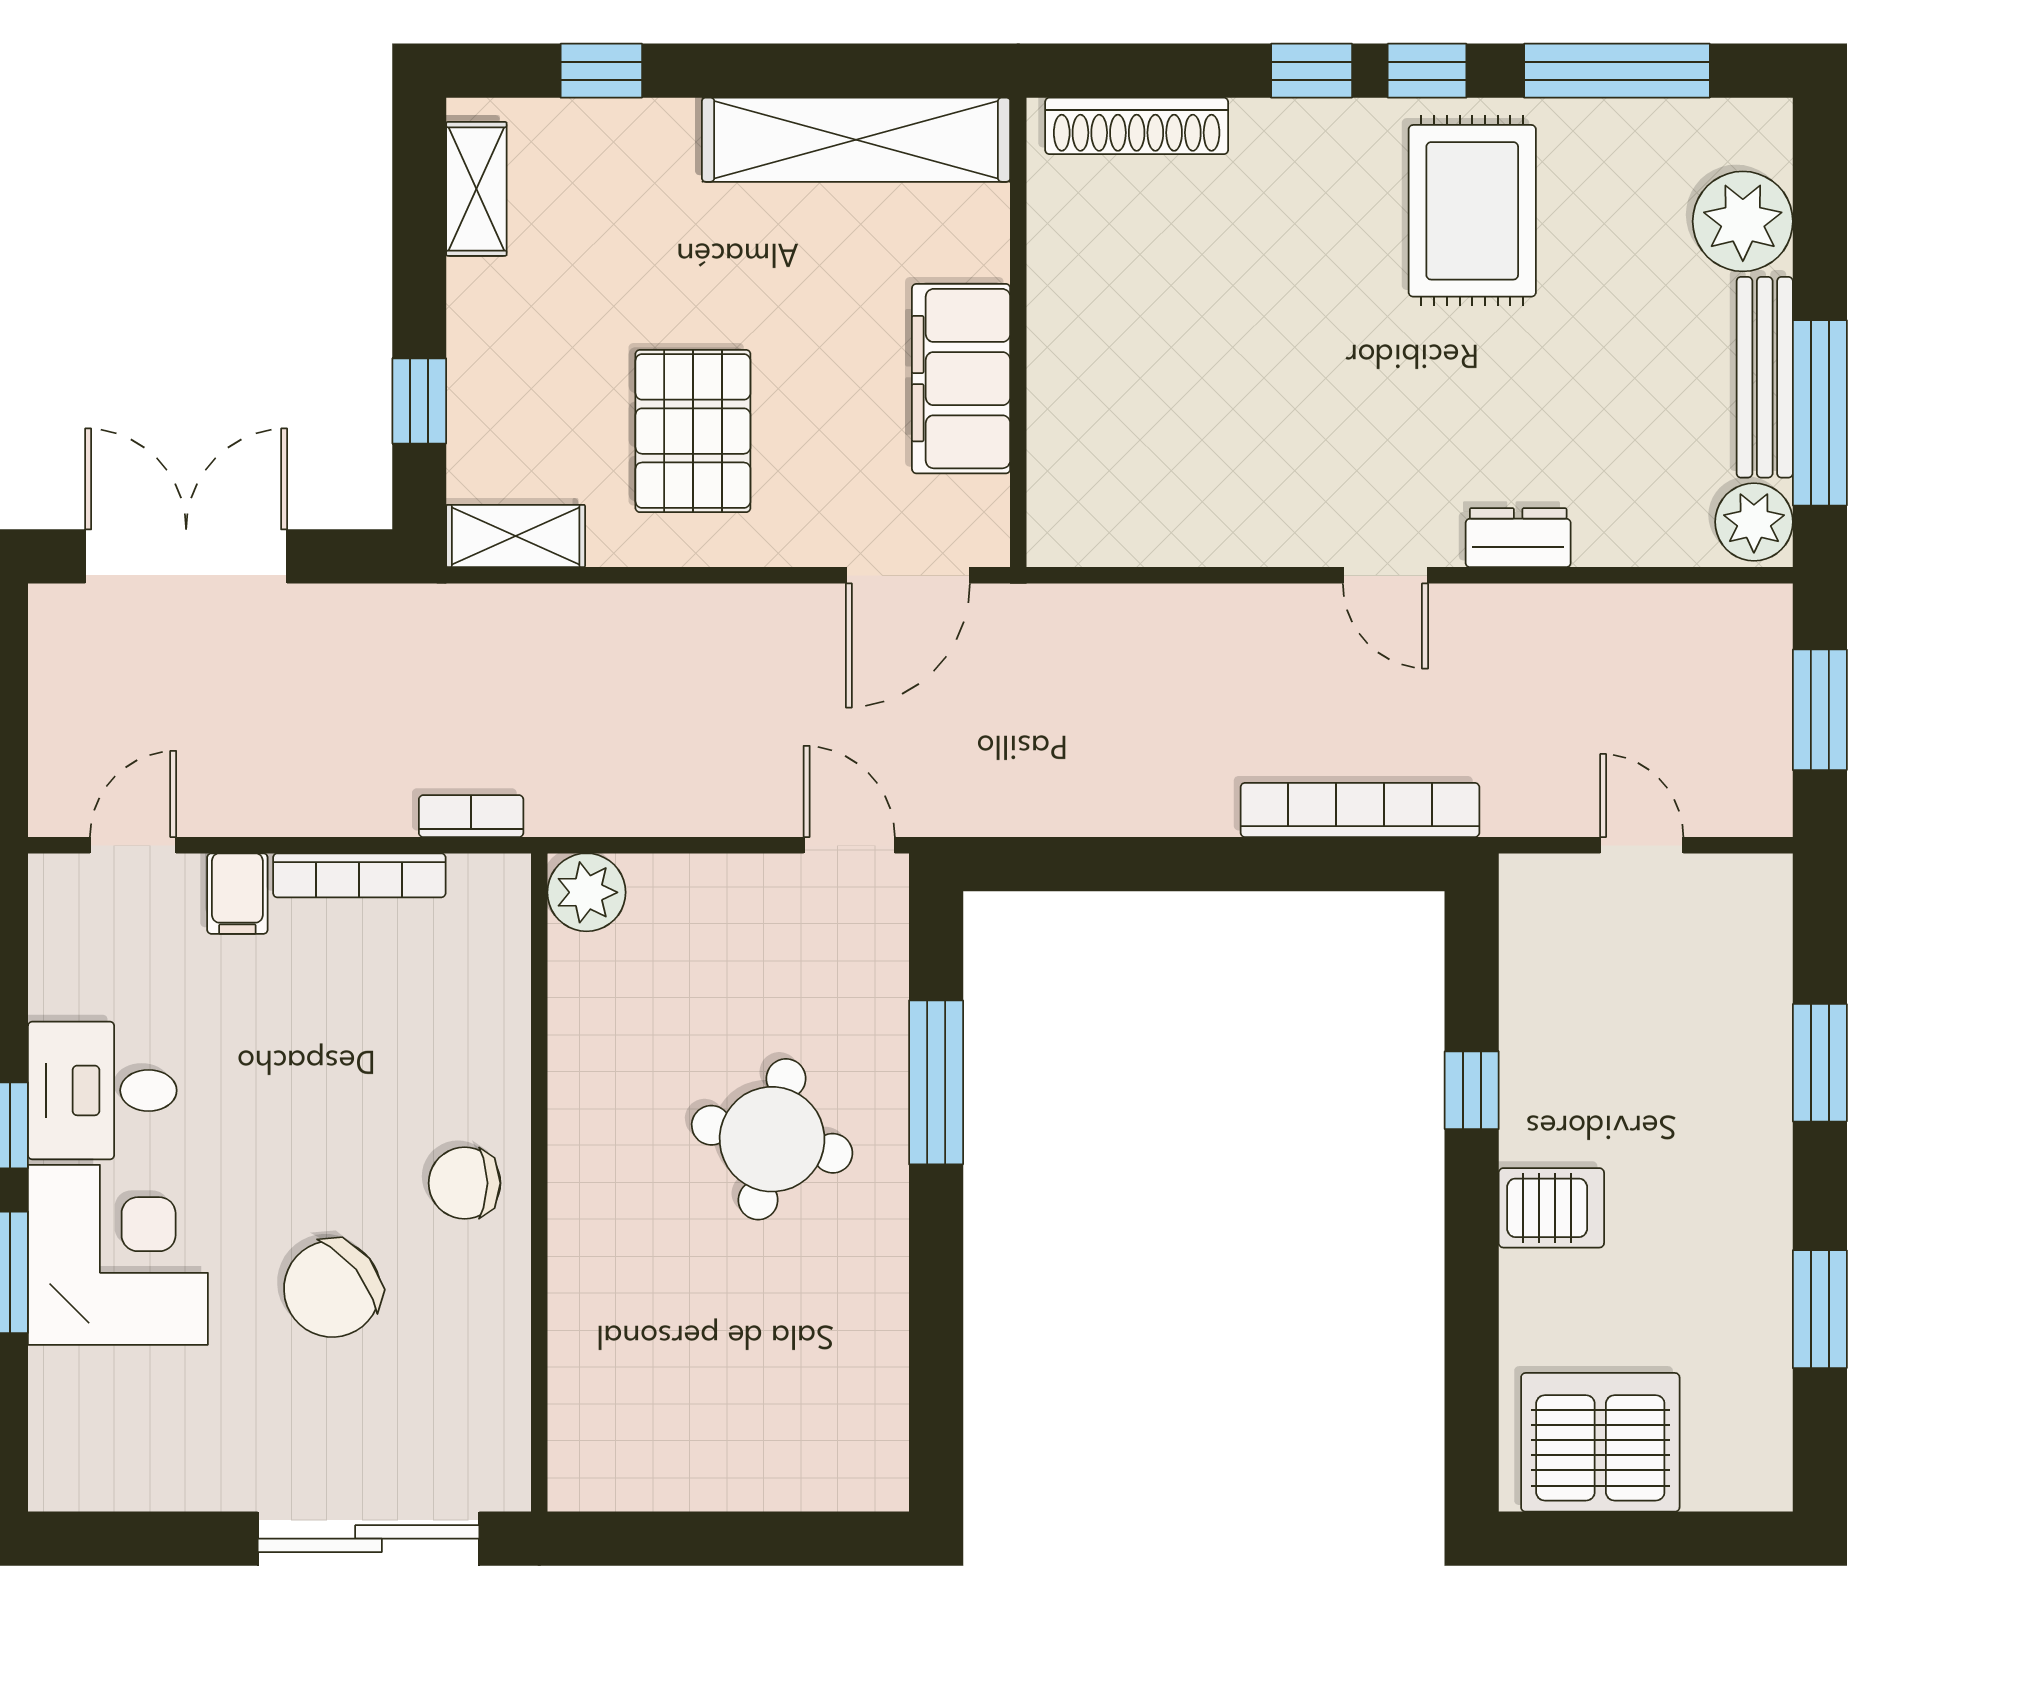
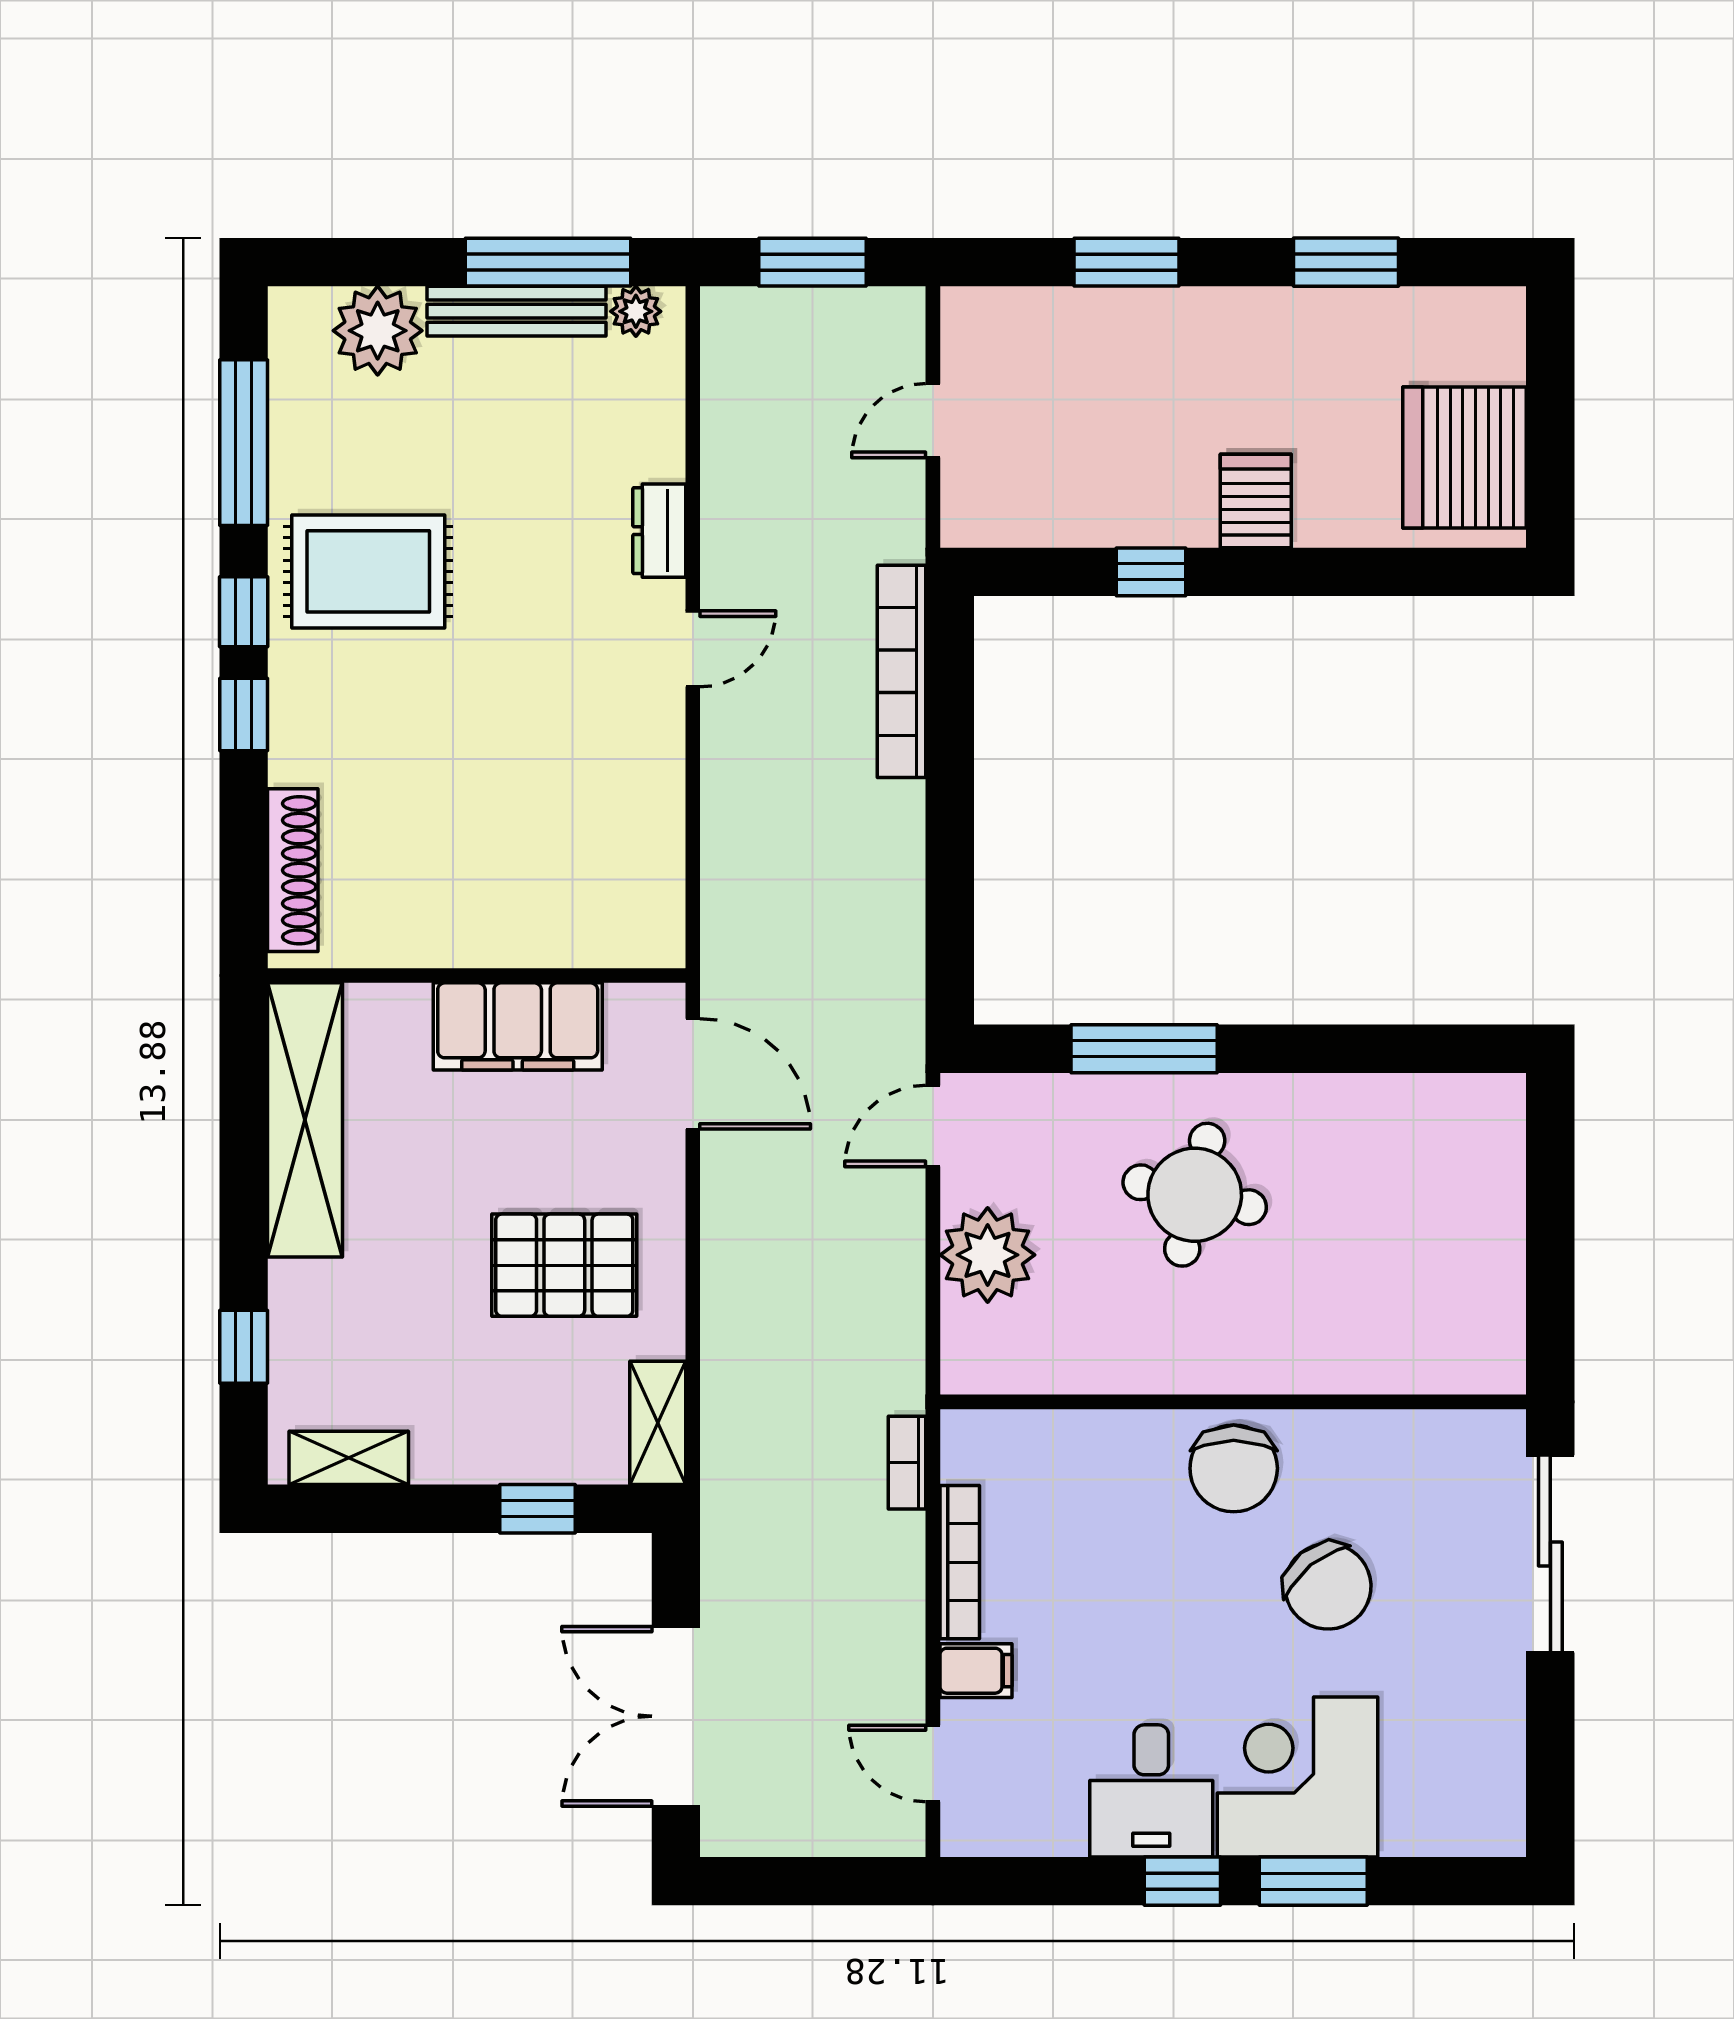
plant: (1754, 522) -> (636, 311), width x0.73, depth x0.73
plant: (586, 892) -> (988, 1255), moved, width x1.36, depth x1.36
chair: (465, 1183) -> (1234, 1468), width x1.37, depth x1.37

